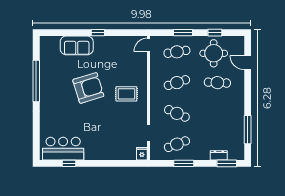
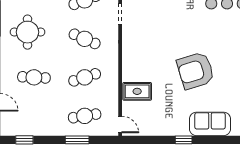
window: (215, 33) -> (24, 140), moved
door: (149, 45) -> (120, 124), hinge flipped
round table: (214, 53) -> (27, 32), moved
rug: (126, 94) -> (137, 91), moved

